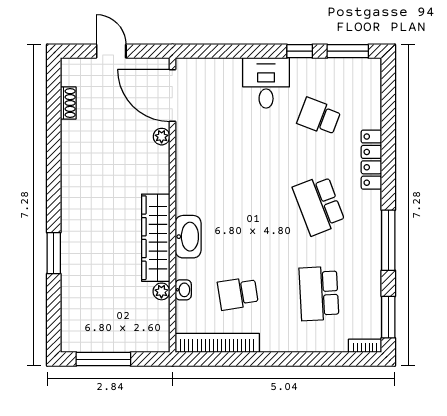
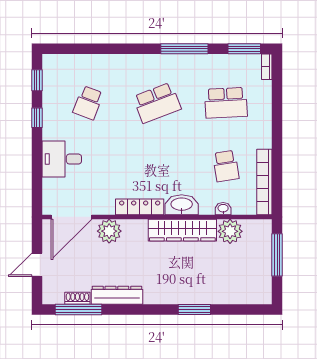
window: (348, 51) -> (37, 80), width x0.67
desk: (266, 83) -> (62, 159), moved
window: (54, 104) -> (79, 309), added
plant: (162, 137) -> (109, 231), width x1.88, depth x1.88
dresser: (72, 154) -> (117, 295), added
locker: (371, 160) -> (140, 207), moved, turned 180
plant: (161, 291) -> (230, 231), width x1.88, depth x1.88
window: (103, 359) -> (277, 255), moved

